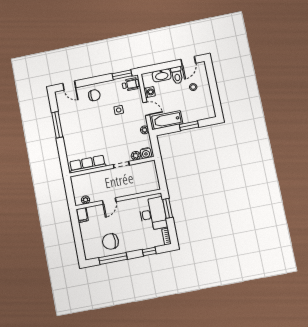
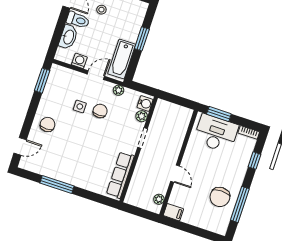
wheelchair: (131, 84) -> (59, 77), removed
chair: (123, 125) -> (100, 111), added

